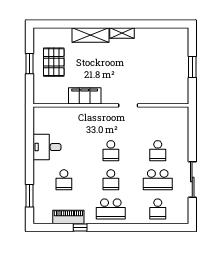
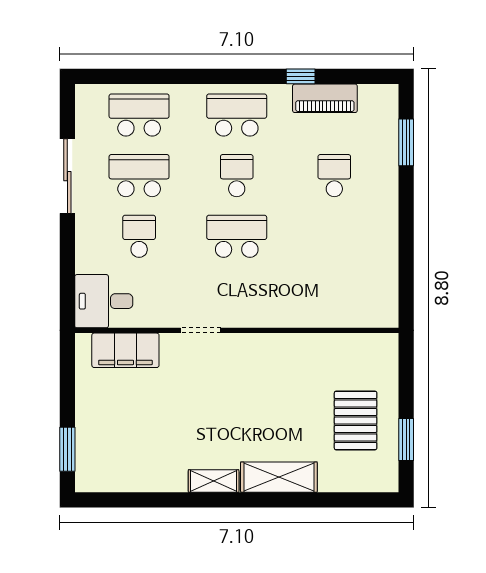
window: (29, 64) -> (406, 440), moved
window: (192, 67) -> (67, 449), moved
filing cabinet: (85, 96) -> (125, 350), moved
desk: (47, 147) -> (104, 301), moved, turned 180
school desk: (111, 151) -> (237, 236), width x1.85
school desk: (158, 209) -> (139, 115), width x1.85

